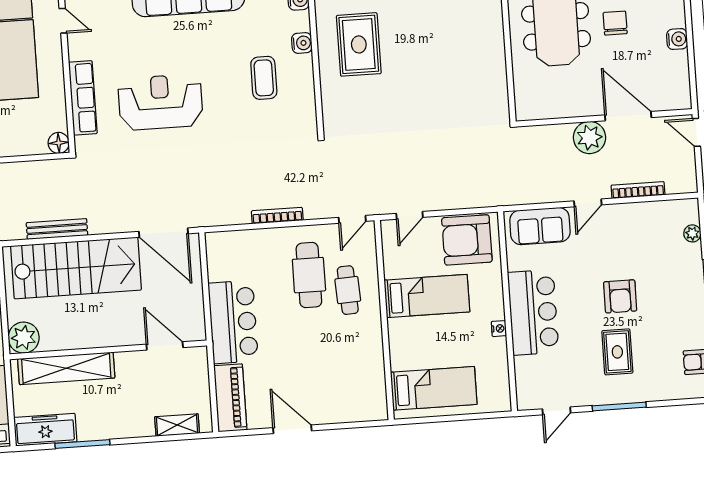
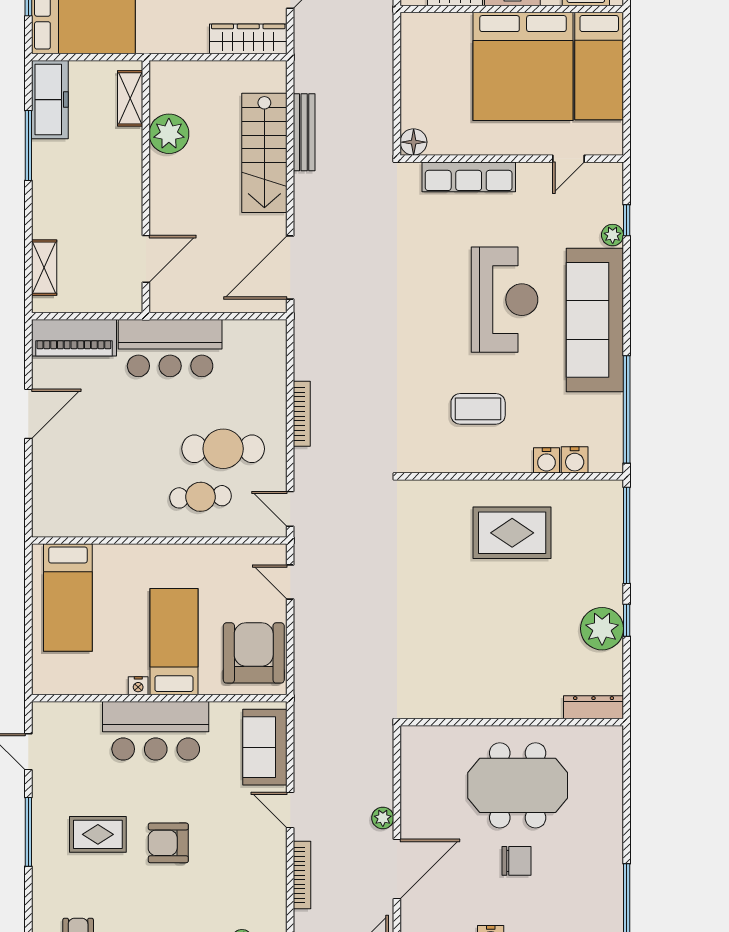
water cooler: (302, 43) -> (546, 460), moved
reception desk: (160, 102) -> (505, 300), moved
plant: (589, 138) -> (383, 818), width x0.53, depth x0.53
stairs: (76, 268) -> (264, 153), width x0.73, depth x0.66
bed: (427, 296) -> (174, 642), moved, turned 180
plant: (24, 338) -> (169, 134), moved
shelving: (66, 368) -> (130, 98), width x0.45, depth x0.75

